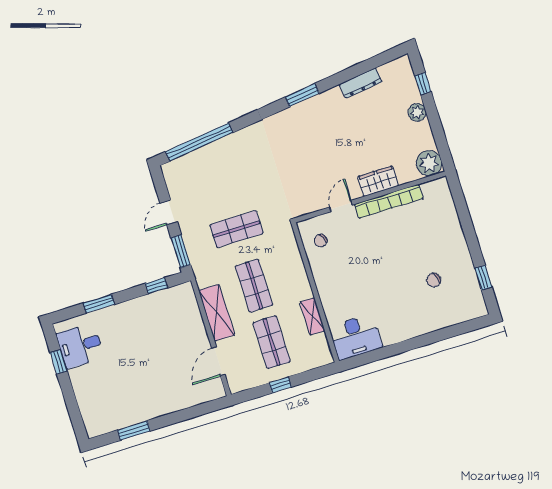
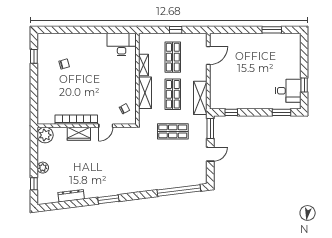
shelving: (297, 275) -> (145, 93), added
window: (99, 304) -> (281, 112), moved
shelving: (217, 313) -> (200, 98), moved

